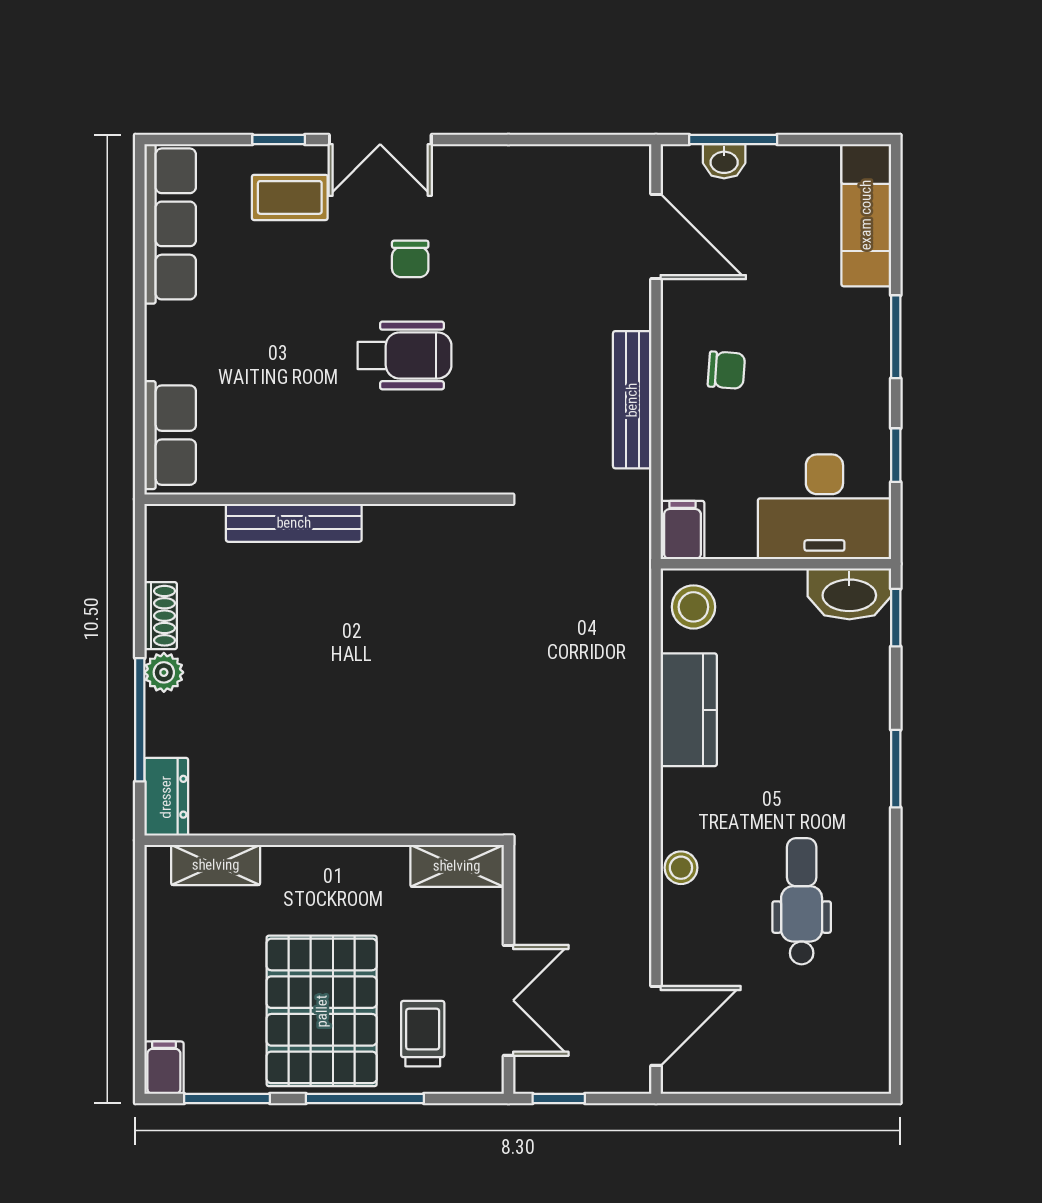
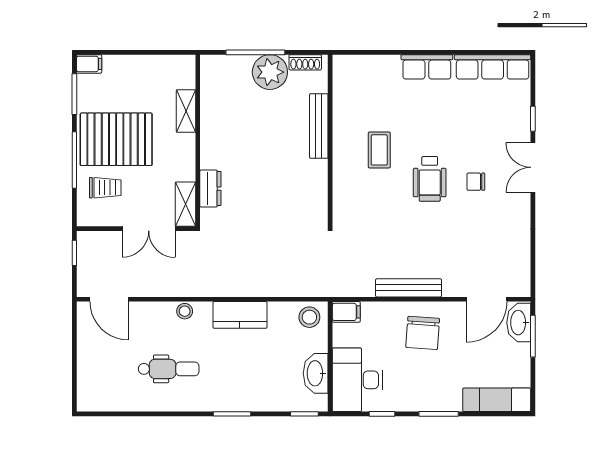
washbasin: (724, 161) -> (519, 323), width x1.91, depth x1.45
coffee table: (290, 197) -> (379, 150), moved
chair: (726, 370) -> (423, 333), width x1.87, depth x1.87
row of seats: (170, 435) -> (427, 67), moved
wall: (324, 499) -> (330, 140), moved
bench: (294, 523) -> (319, 126), moved
washbasin: (849, 594) -> (316, 373), moved
plant: (164, 672) -> (270, 72), width x1.87, depth x1.87
kitchen counter: (689, 710) -> (240, 315), moved
dresser: (166, 797) -> (210, 189), moved, turned -90
shelving: (216, 865) -> (186, 111), moved
double door: (508, 1000) -> (149, 229), moved

